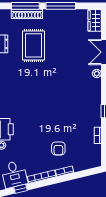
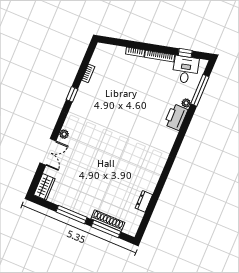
rug: (34, 45) -> (114, 187), removed
armchair: (58, 148) -> (132, 77), removed

